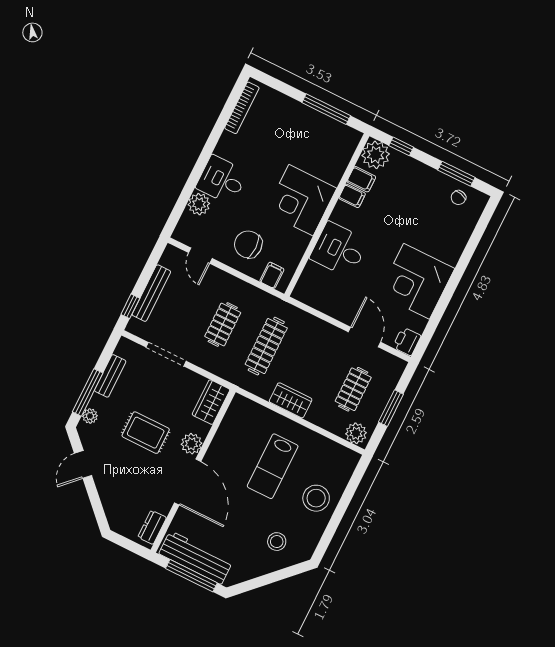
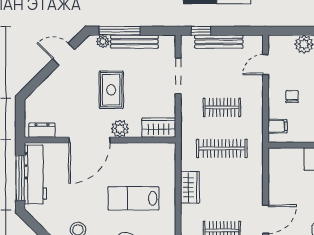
chair: (248, 244) -> (292, 97), width x0.54, depth x0.54
bench: (110, 376) -> (134, 42), width x1.36

